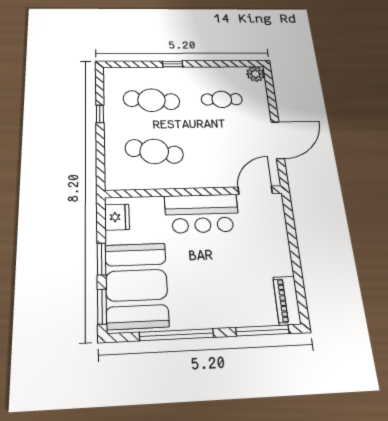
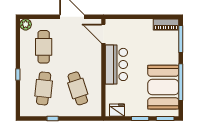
cafe table: (222, 99) -> (44, 47), width x1.37, depth x1.35
cafe table: (154, 151) -> (78, 88), turned -30
booth: (136, 285) -> (163, 87), moved, turned 90

